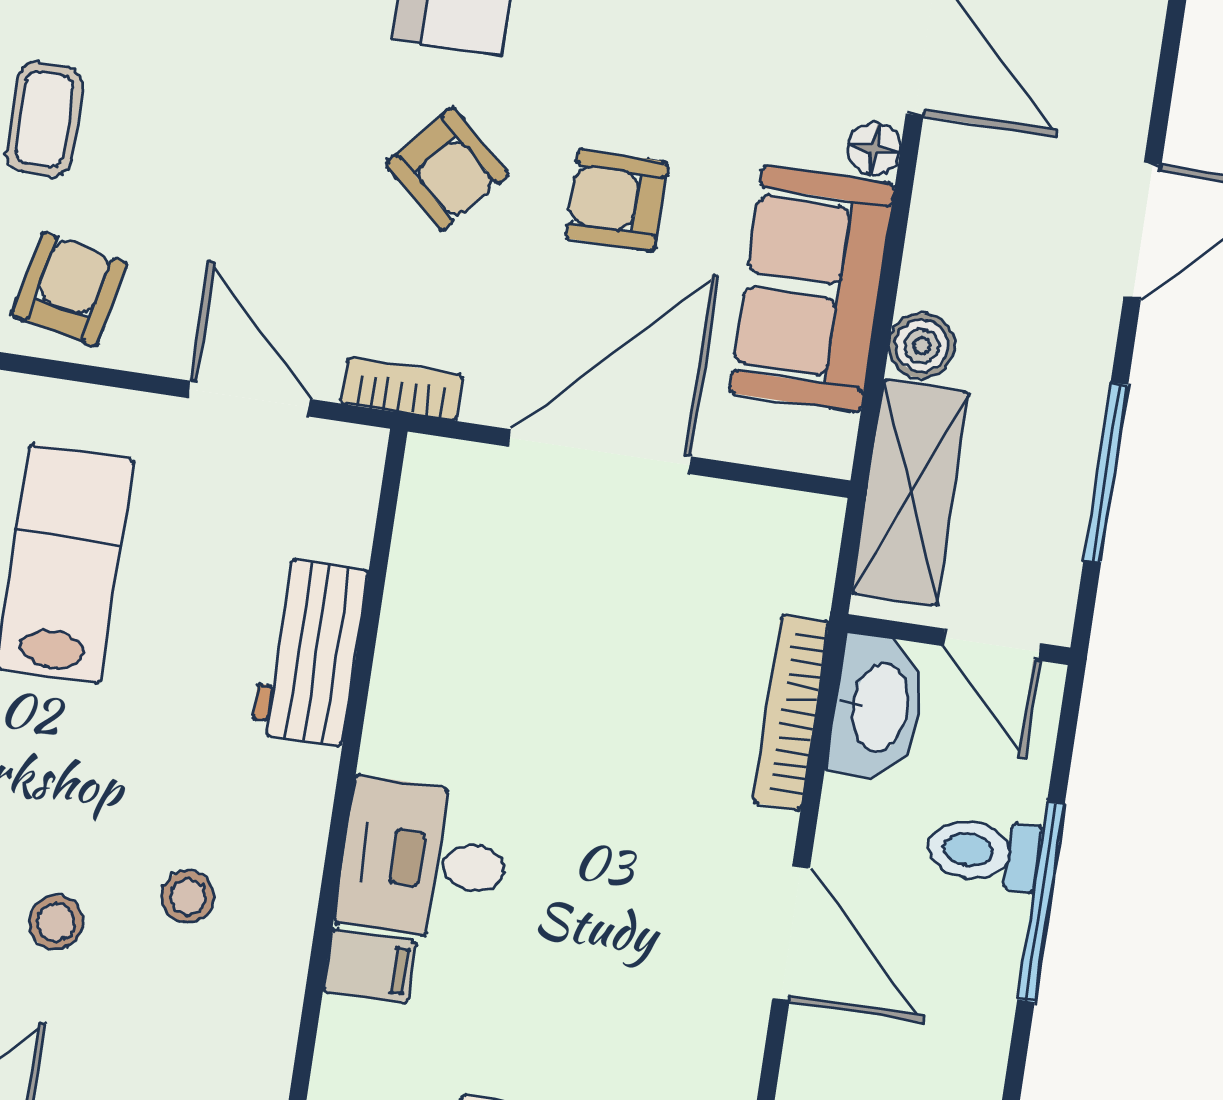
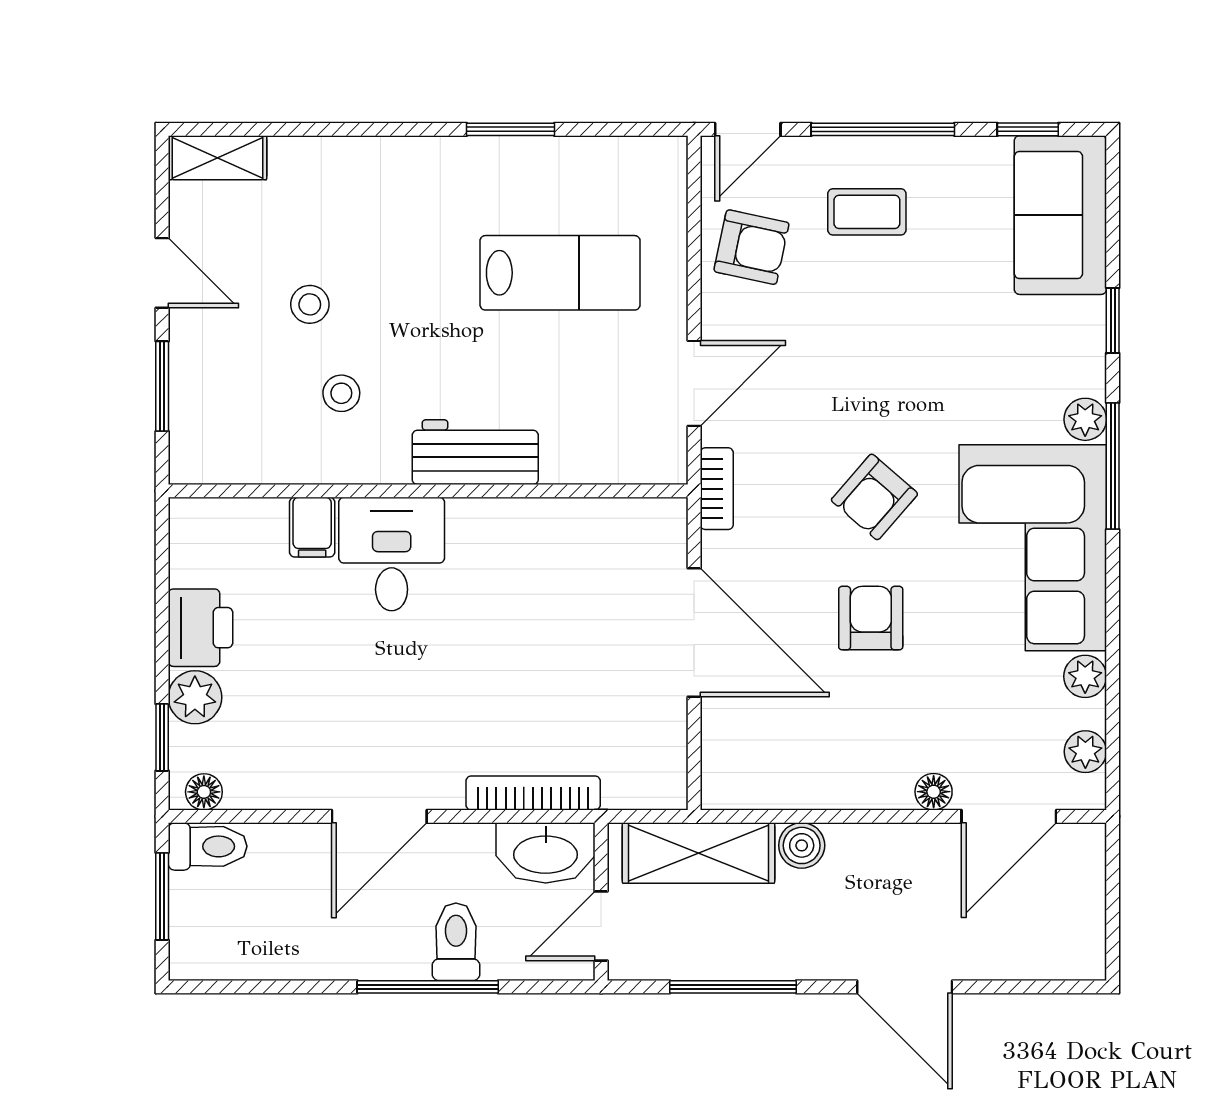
sofa: (812, 289) -> (830, 763), removed
workbench: (310, 651) -> (475, 452), moved

